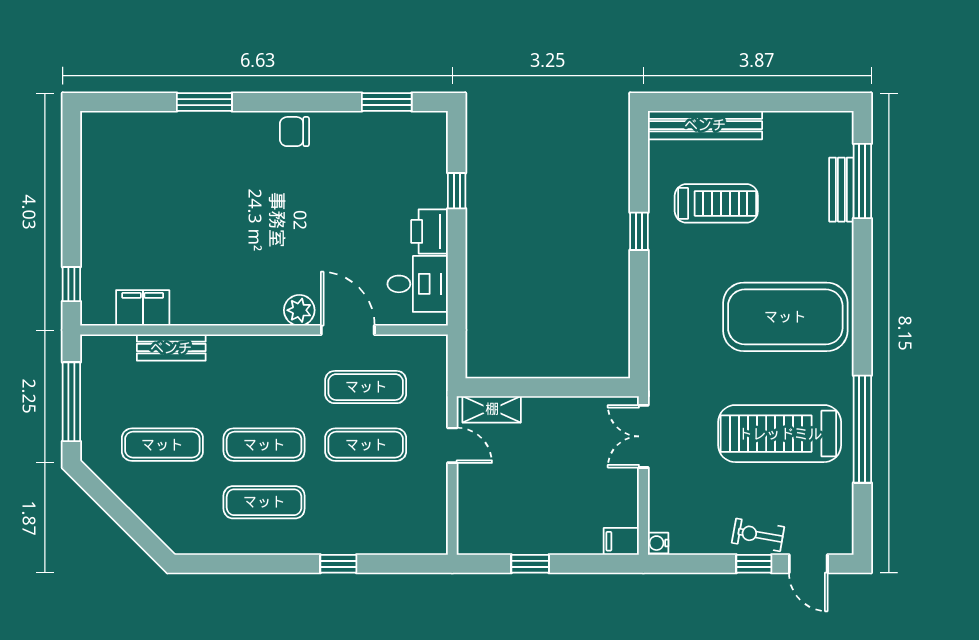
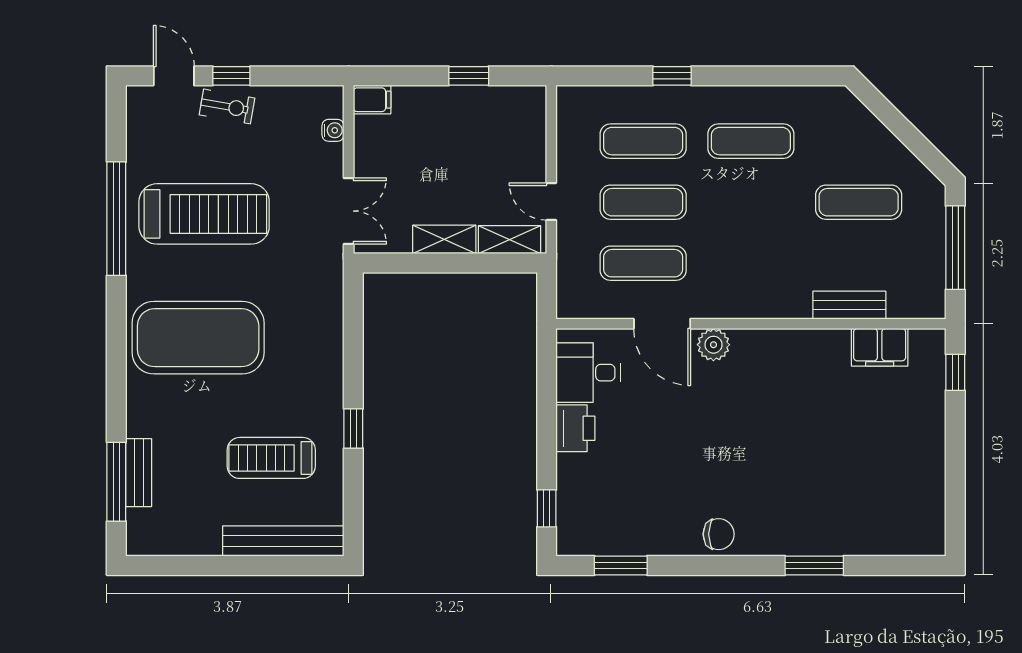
window: (457, 191) -> (547, 508), moved
shelving: (553, 410) -> (444, 239), added
exercise mat: (264, 445) -> (643, 141), moved
water cooler: (658, 543) -> (333, 130), moved

